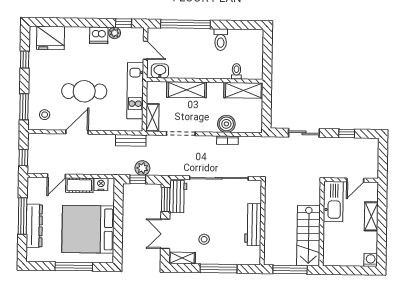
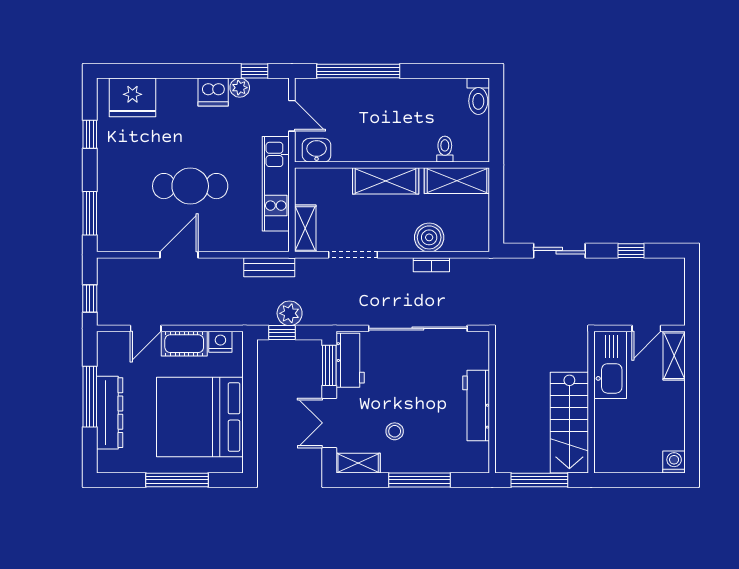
toilet: (221, 40) -> (478, 96), moved
shelving: (187, 90) -> (386, 181), moved
stool: (45, 115) -> (124, 226), removed
shelving: (371, 216) -> (674, 356), moved

